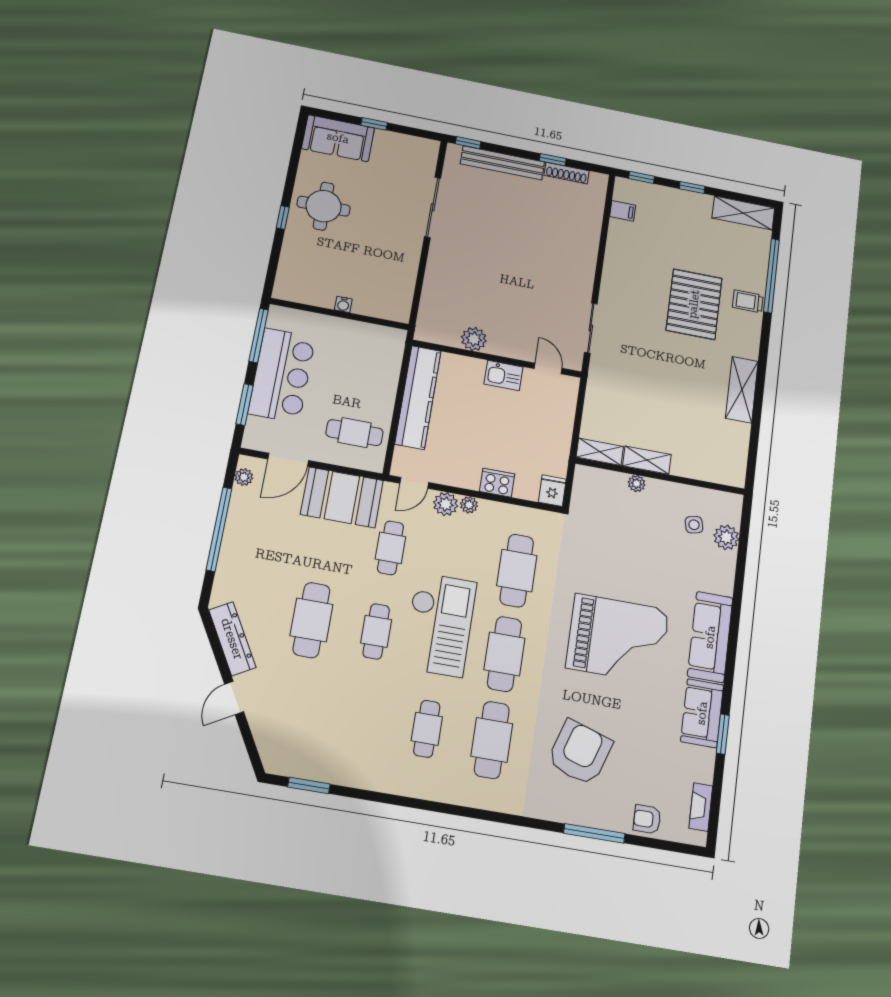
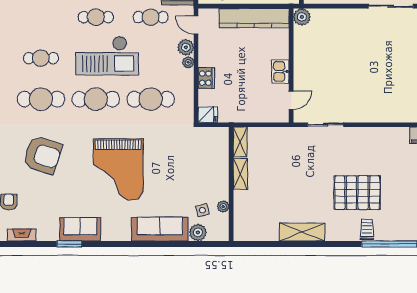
plant: (474, 339) -> (302, 17), moved
plant: (637, 483) -> (223, 206), moved
sofa: (710, 637) -> (160, 229), moved

